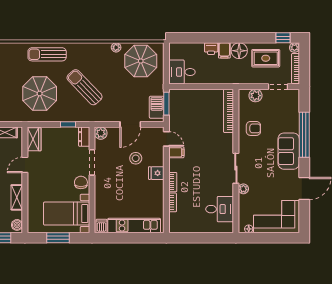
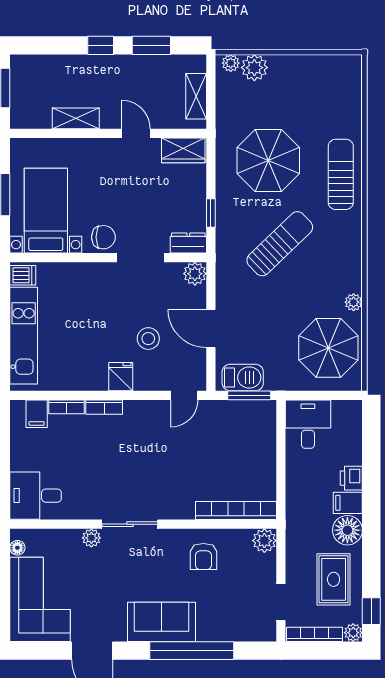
plant: (255, 96) -> (264, 541), moved
filing cabinet: (176, 152) -> (37, 414), moved
desk: (220, 209) -> (36, 496), moved, turned 90
boiler: (17, 225) -> (25, 119), removed

